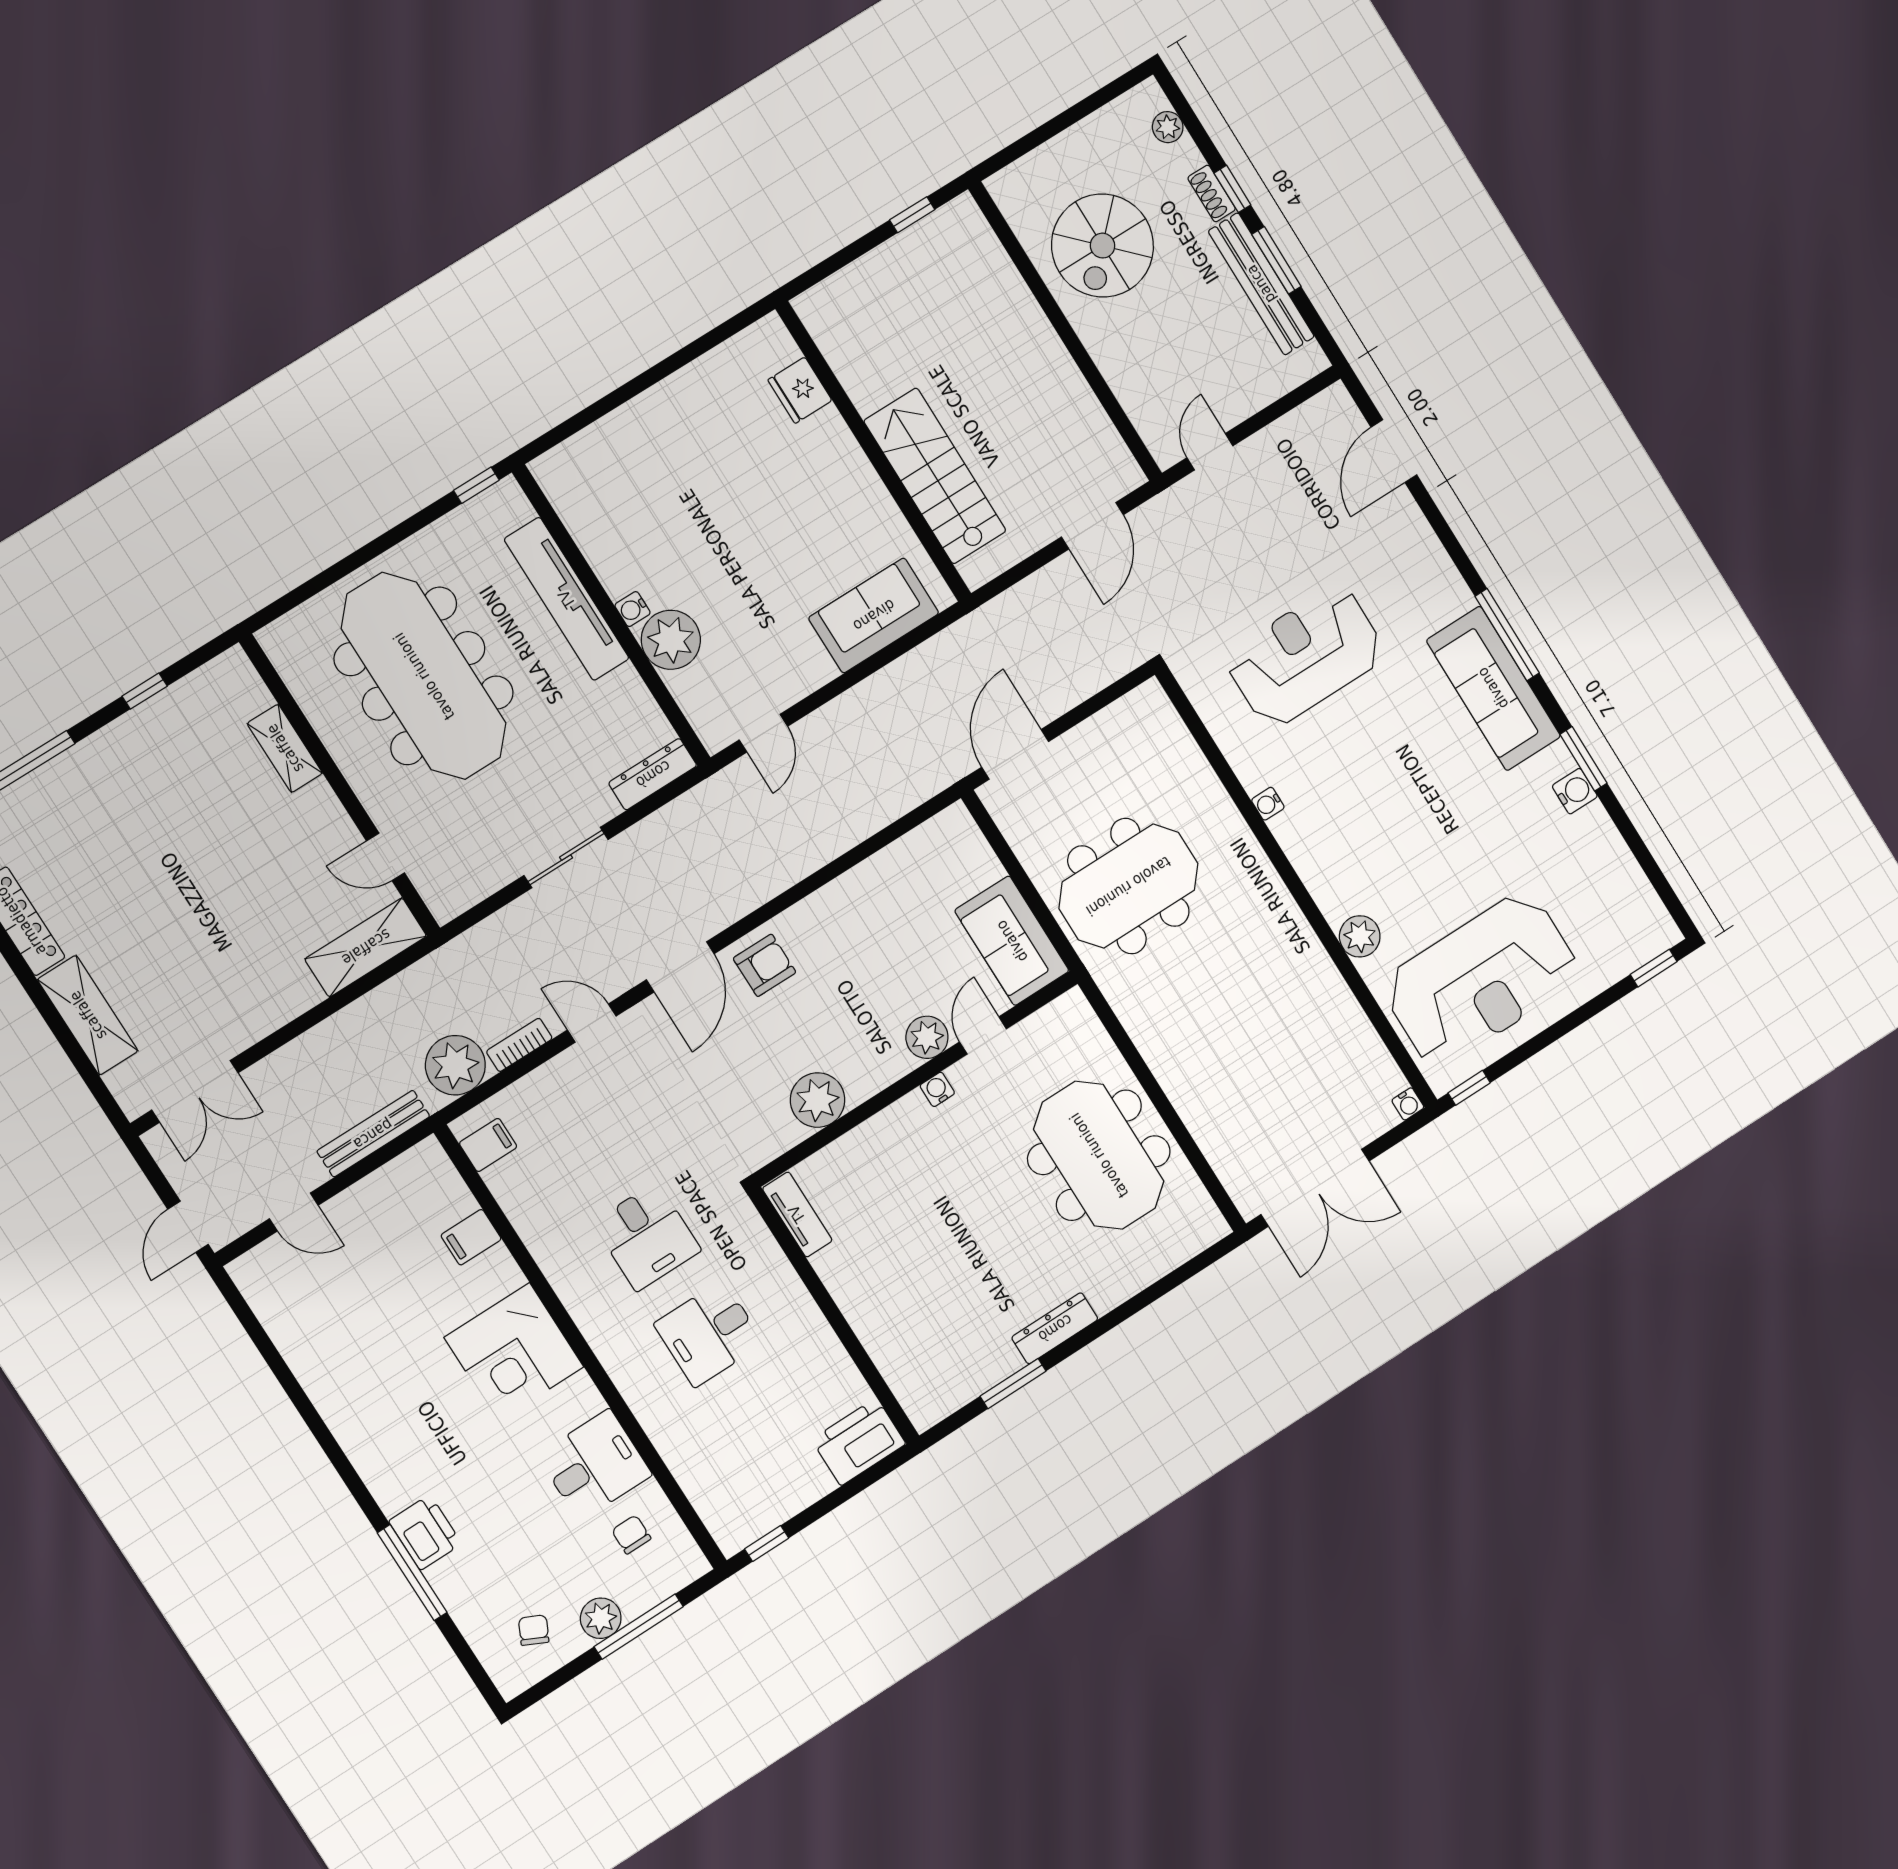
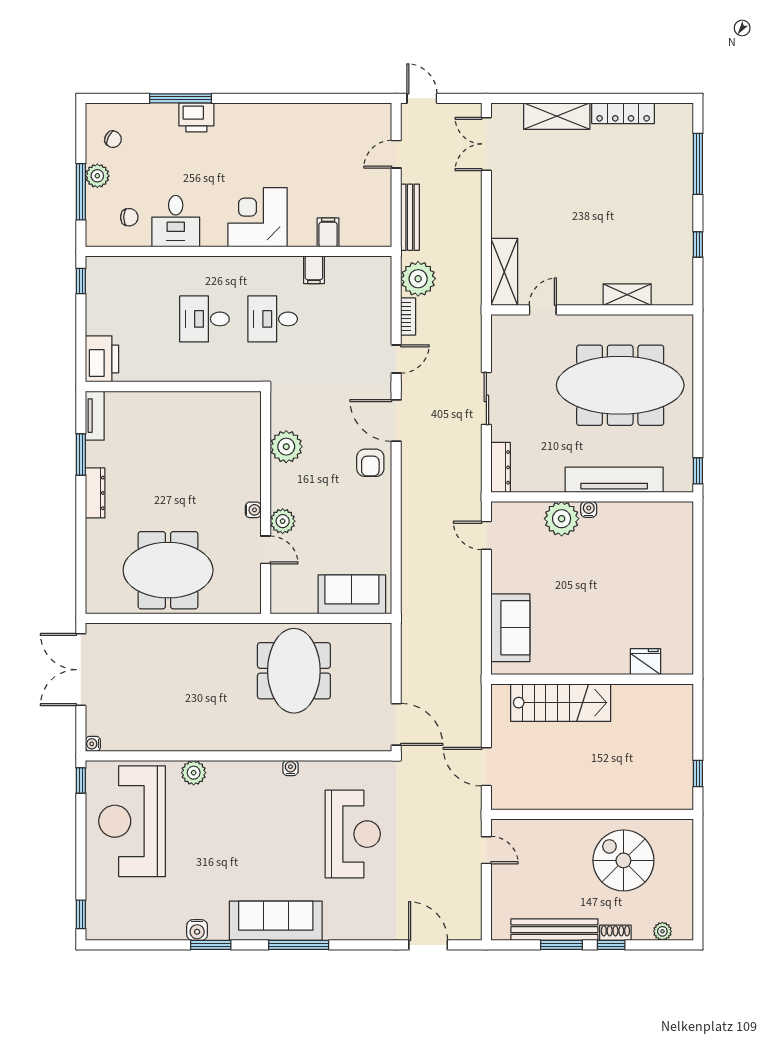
door: (1015, 754) -> (396, 724), moved
sofa: (1012, 941) -> (352, 594), moved
filing cabinet: (488, 1145) -> (314, 270), moved
tv unit: (797, 1214) -> (95, 416), moved, turned -90
desk: (709, 1334) -> (204, 319), turned -90

